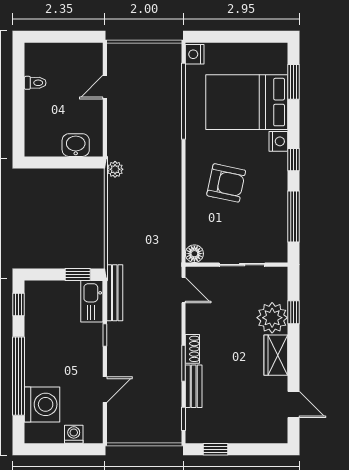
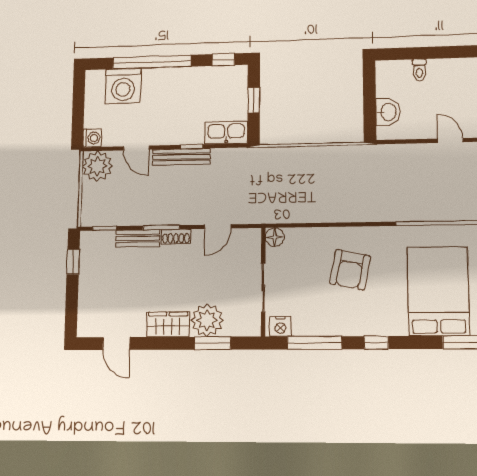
toilet: (35, 83) -> (419, 70), moved
nightstand: (278, 141) -> (280, 326), moved
plant: (115, 169) -> (97, 166), moved, width x1.88, depth x1.88
window: (78, 274) -> (254, 100), moved
door: (184, 290) -> (218, 227), moved
bench: (115, 293) -> (181, 157), moved
window: (294, 312) -> (213, 343), width x1.50
door: (294, 405) -> (116, 343), hinge flipped
washing machine: (74, 434) -> (92, 138), moved

